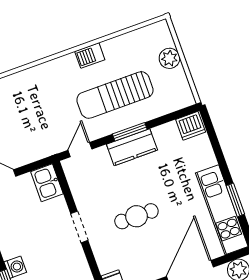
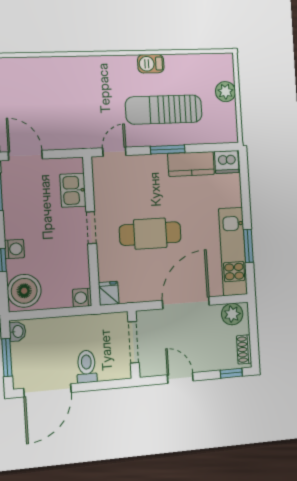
kitchen counter: (132, 147) -> (191, 164), moved
kitchen sink: (47, 183) -> (73, 190), moved
cafe table: (136, 216) -> (150, 234), width x1.37, depth x1.35

